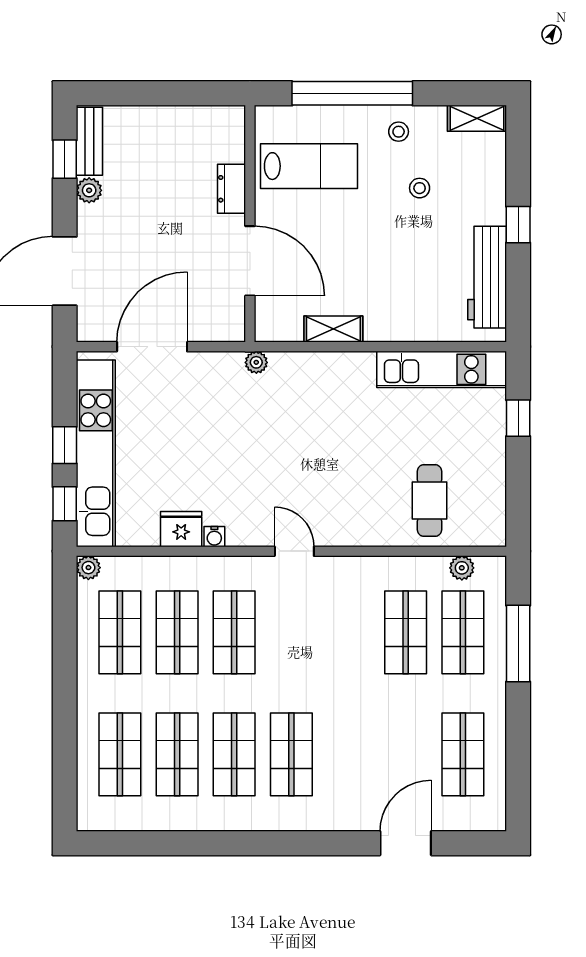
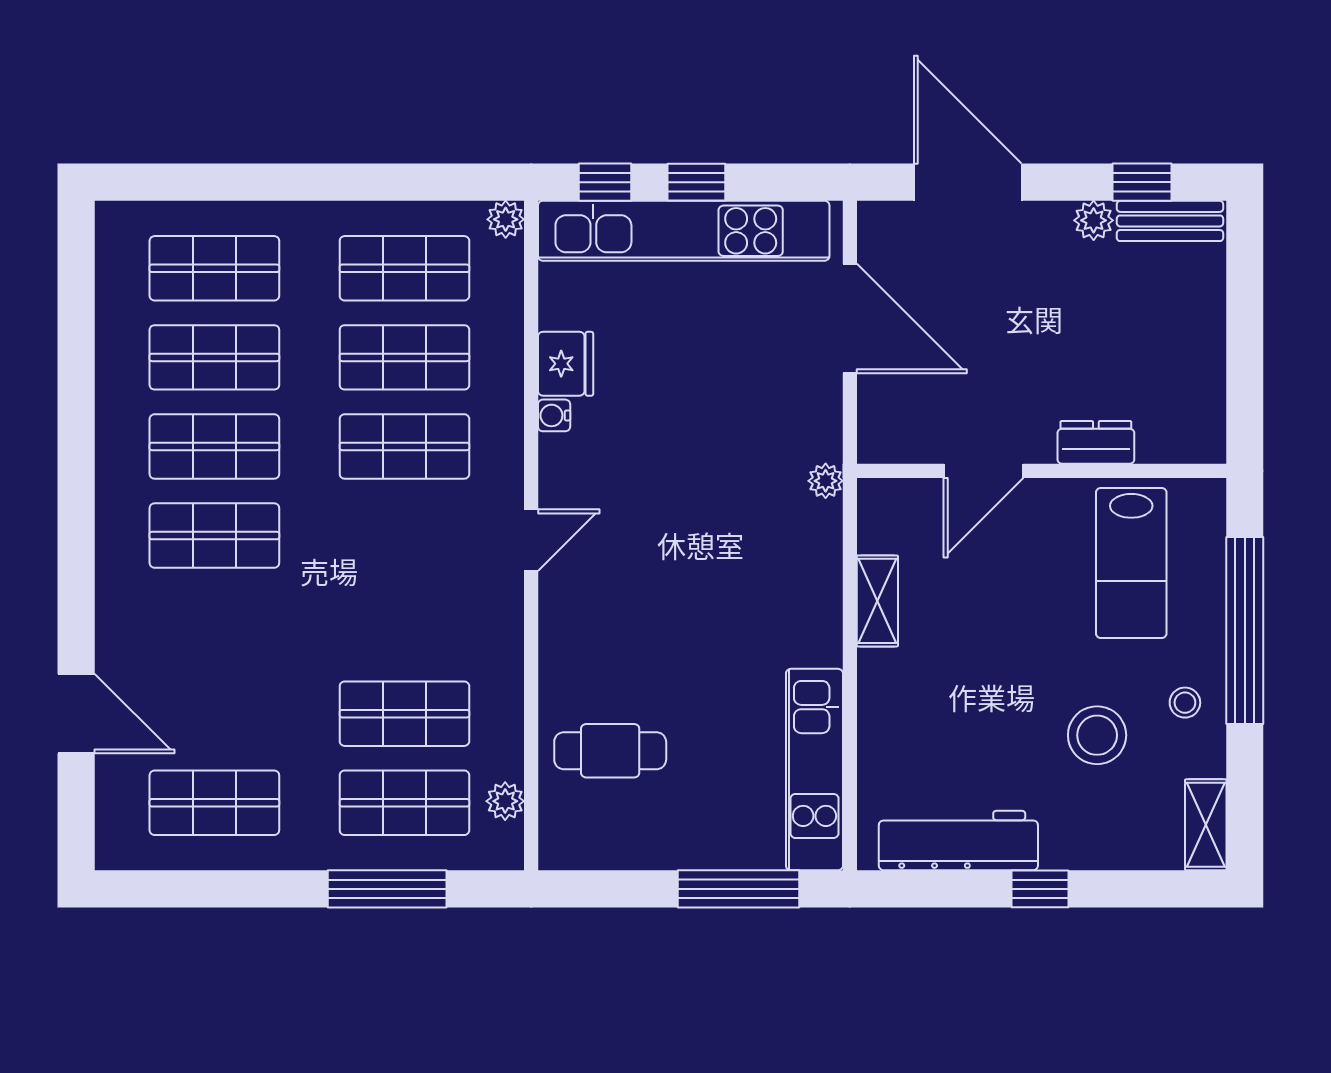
stool: (420, 188) -> (1097, 735), width x1.89, depth x1.89
door: (250, 261) -> (984, 471), width x0.73
window: (518, 418) -> (739, 889), width x2.17

